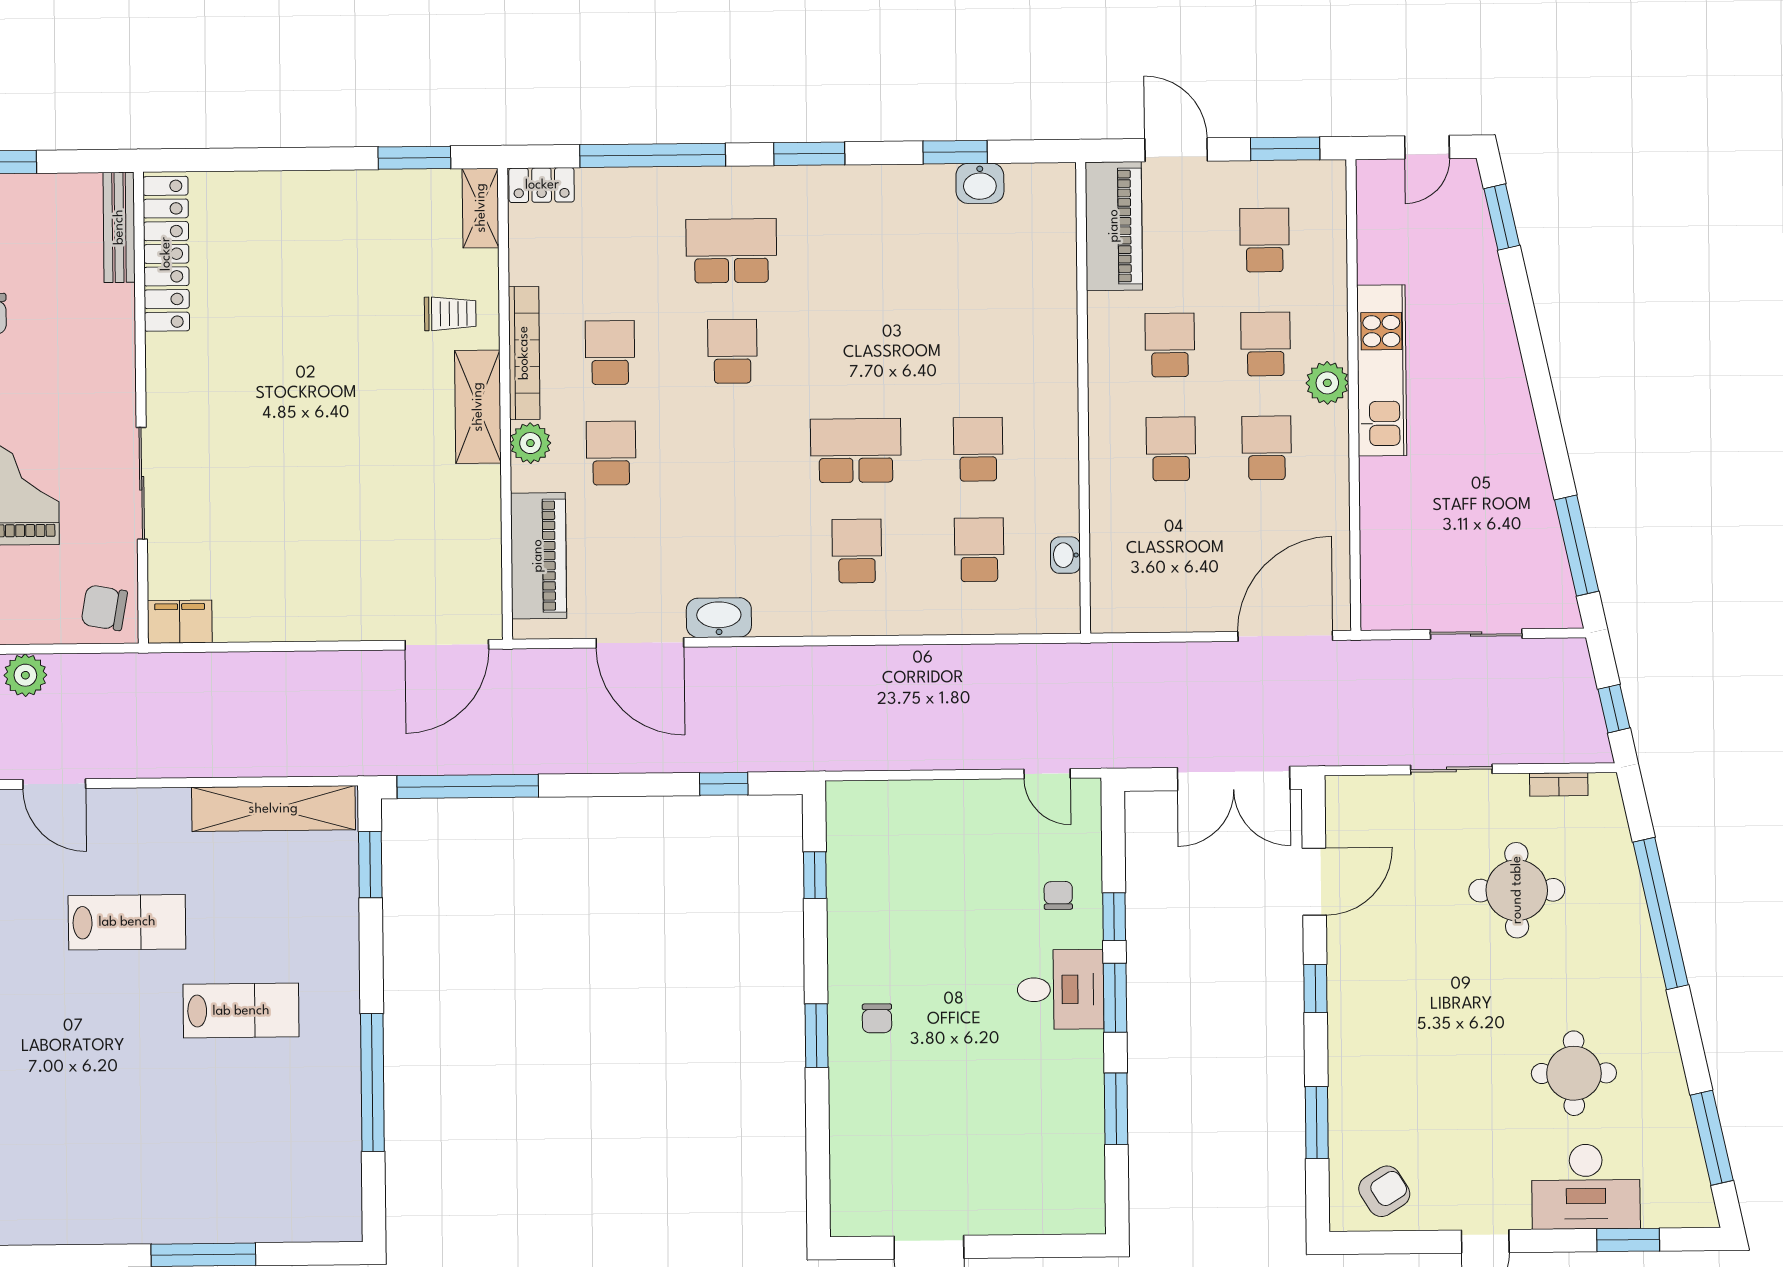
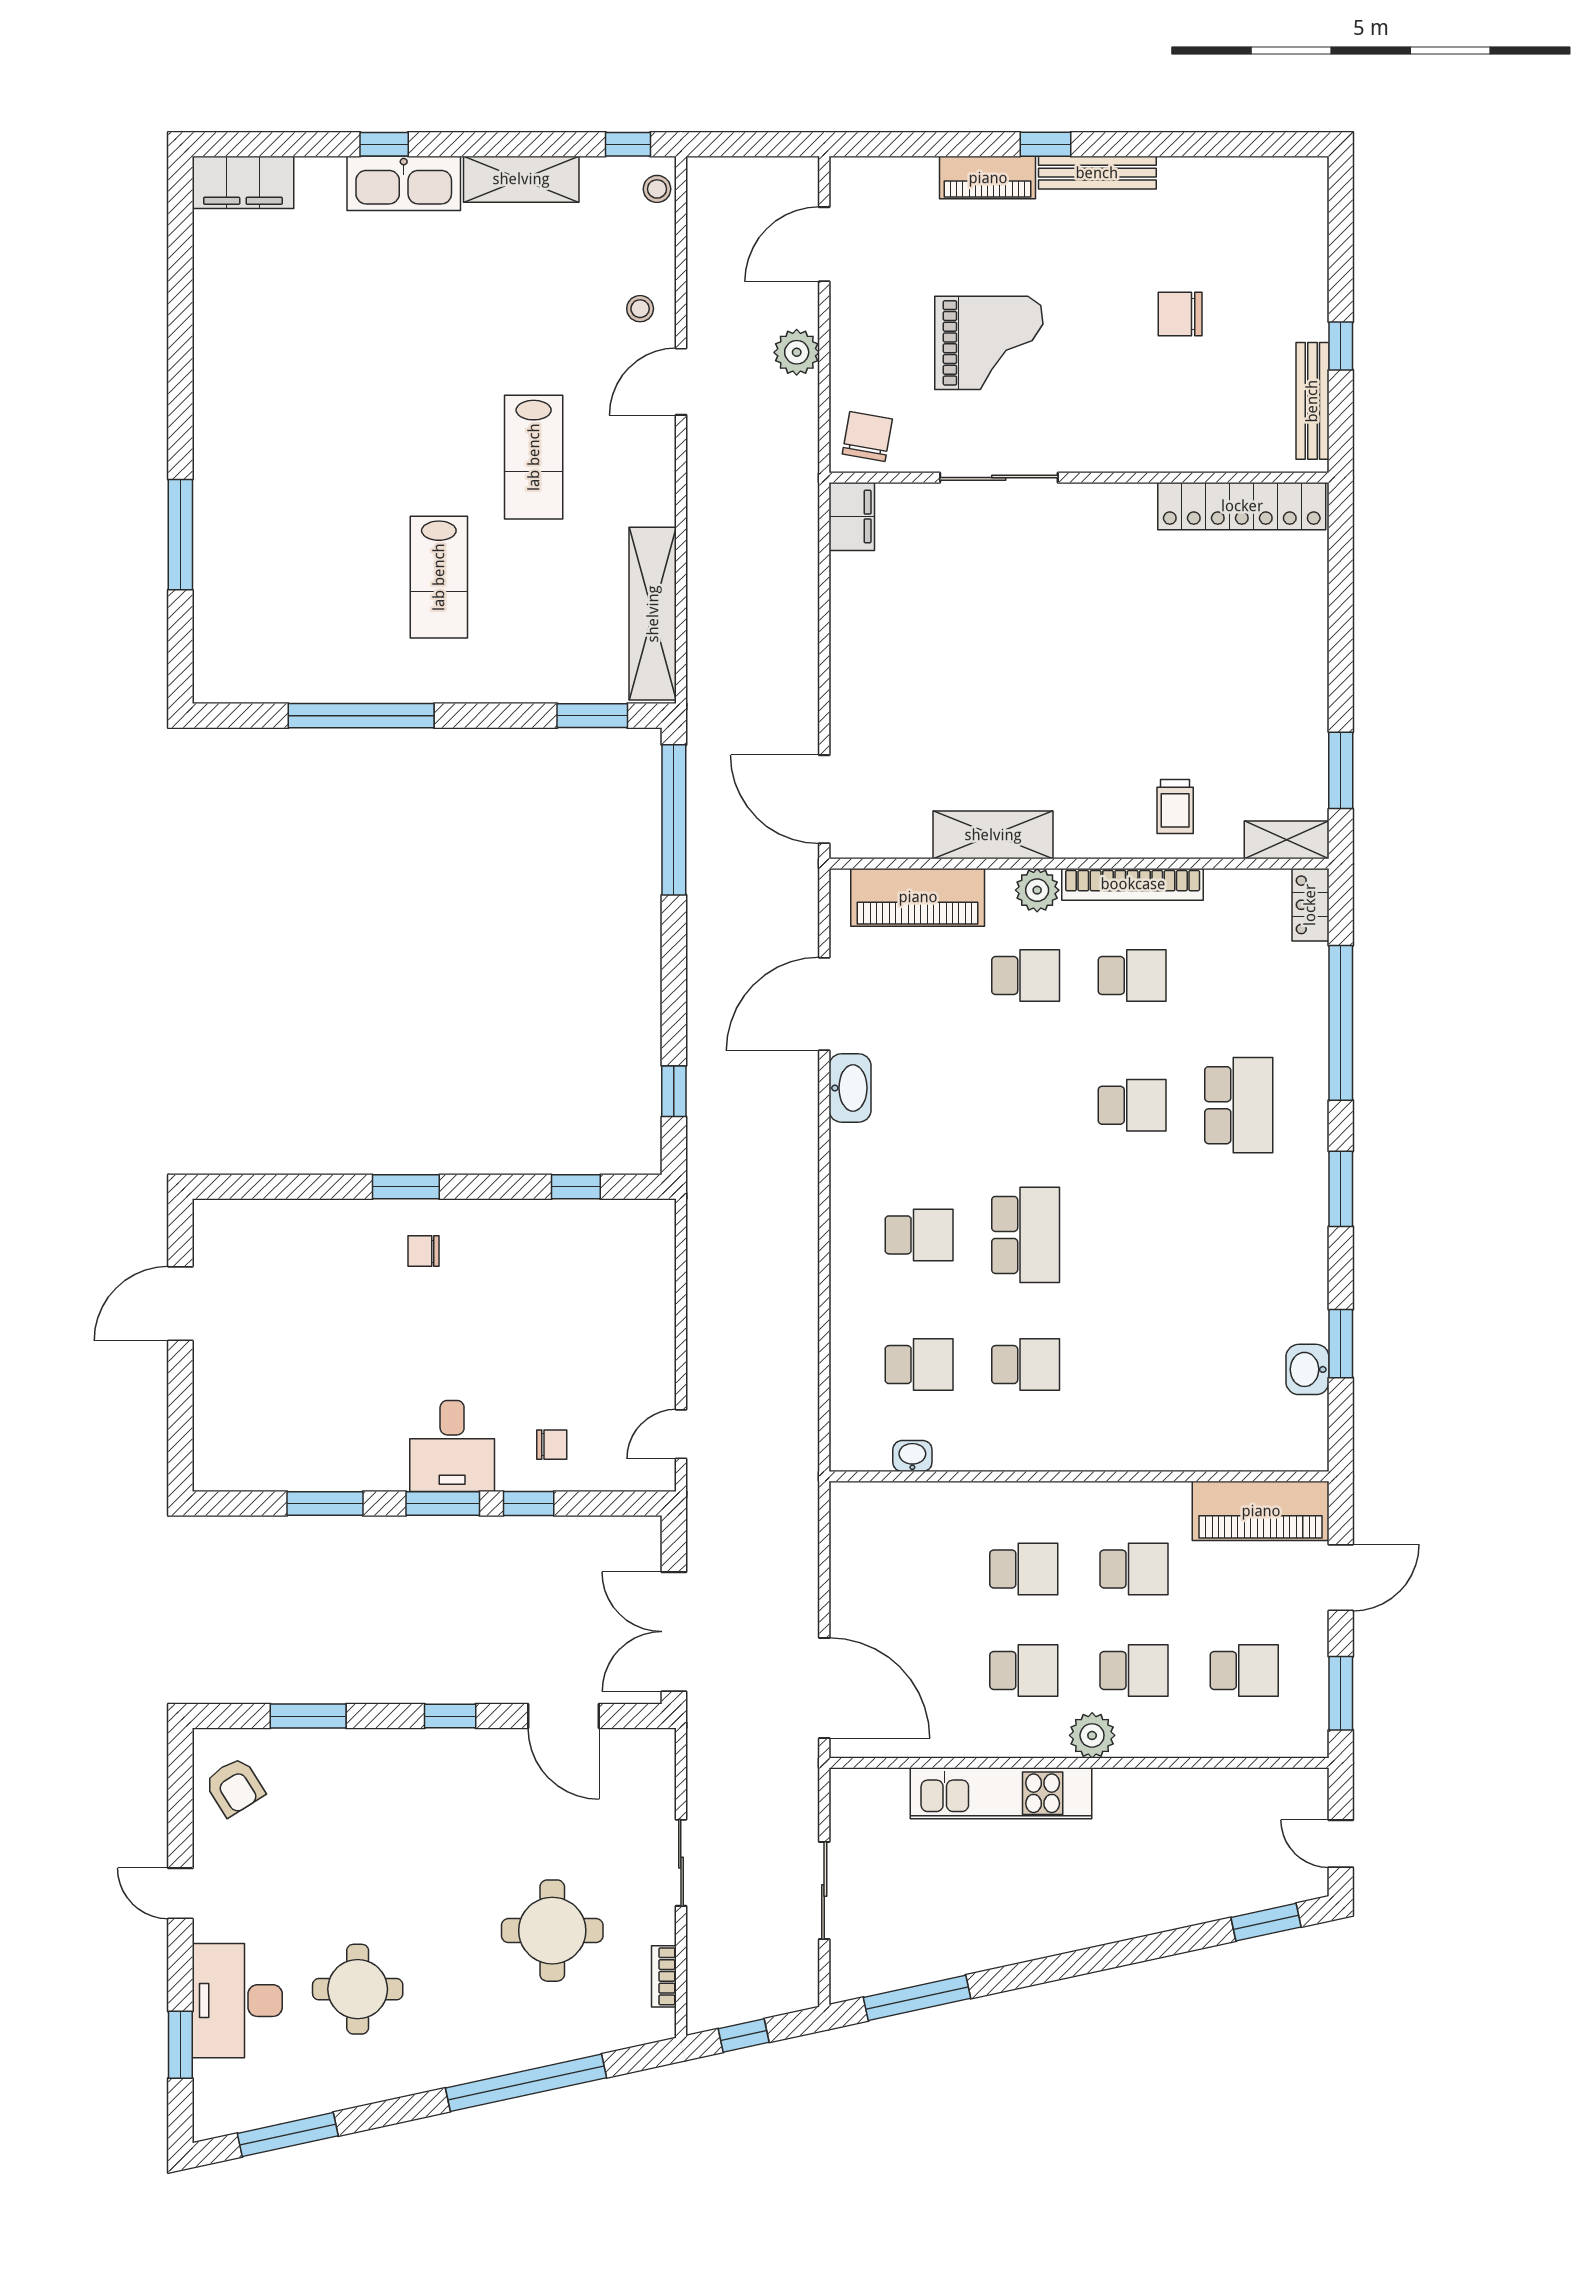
bench: (119, 227) -> (1312, 401), moved, turned 90
kitchen unit: (1382, 370) -> (1001, 1793), moved
shelving: (478, 407) -> (993, 835), moved

